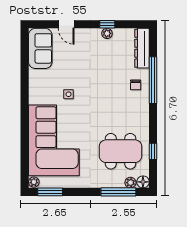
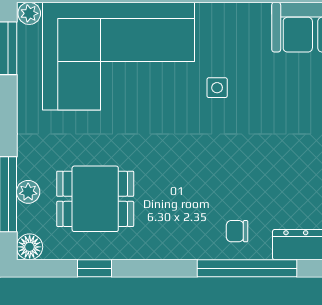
dining table: (121, 151) -> (95, 199), width x0.73
plant: (130, 183) -> (28, 192), moved

